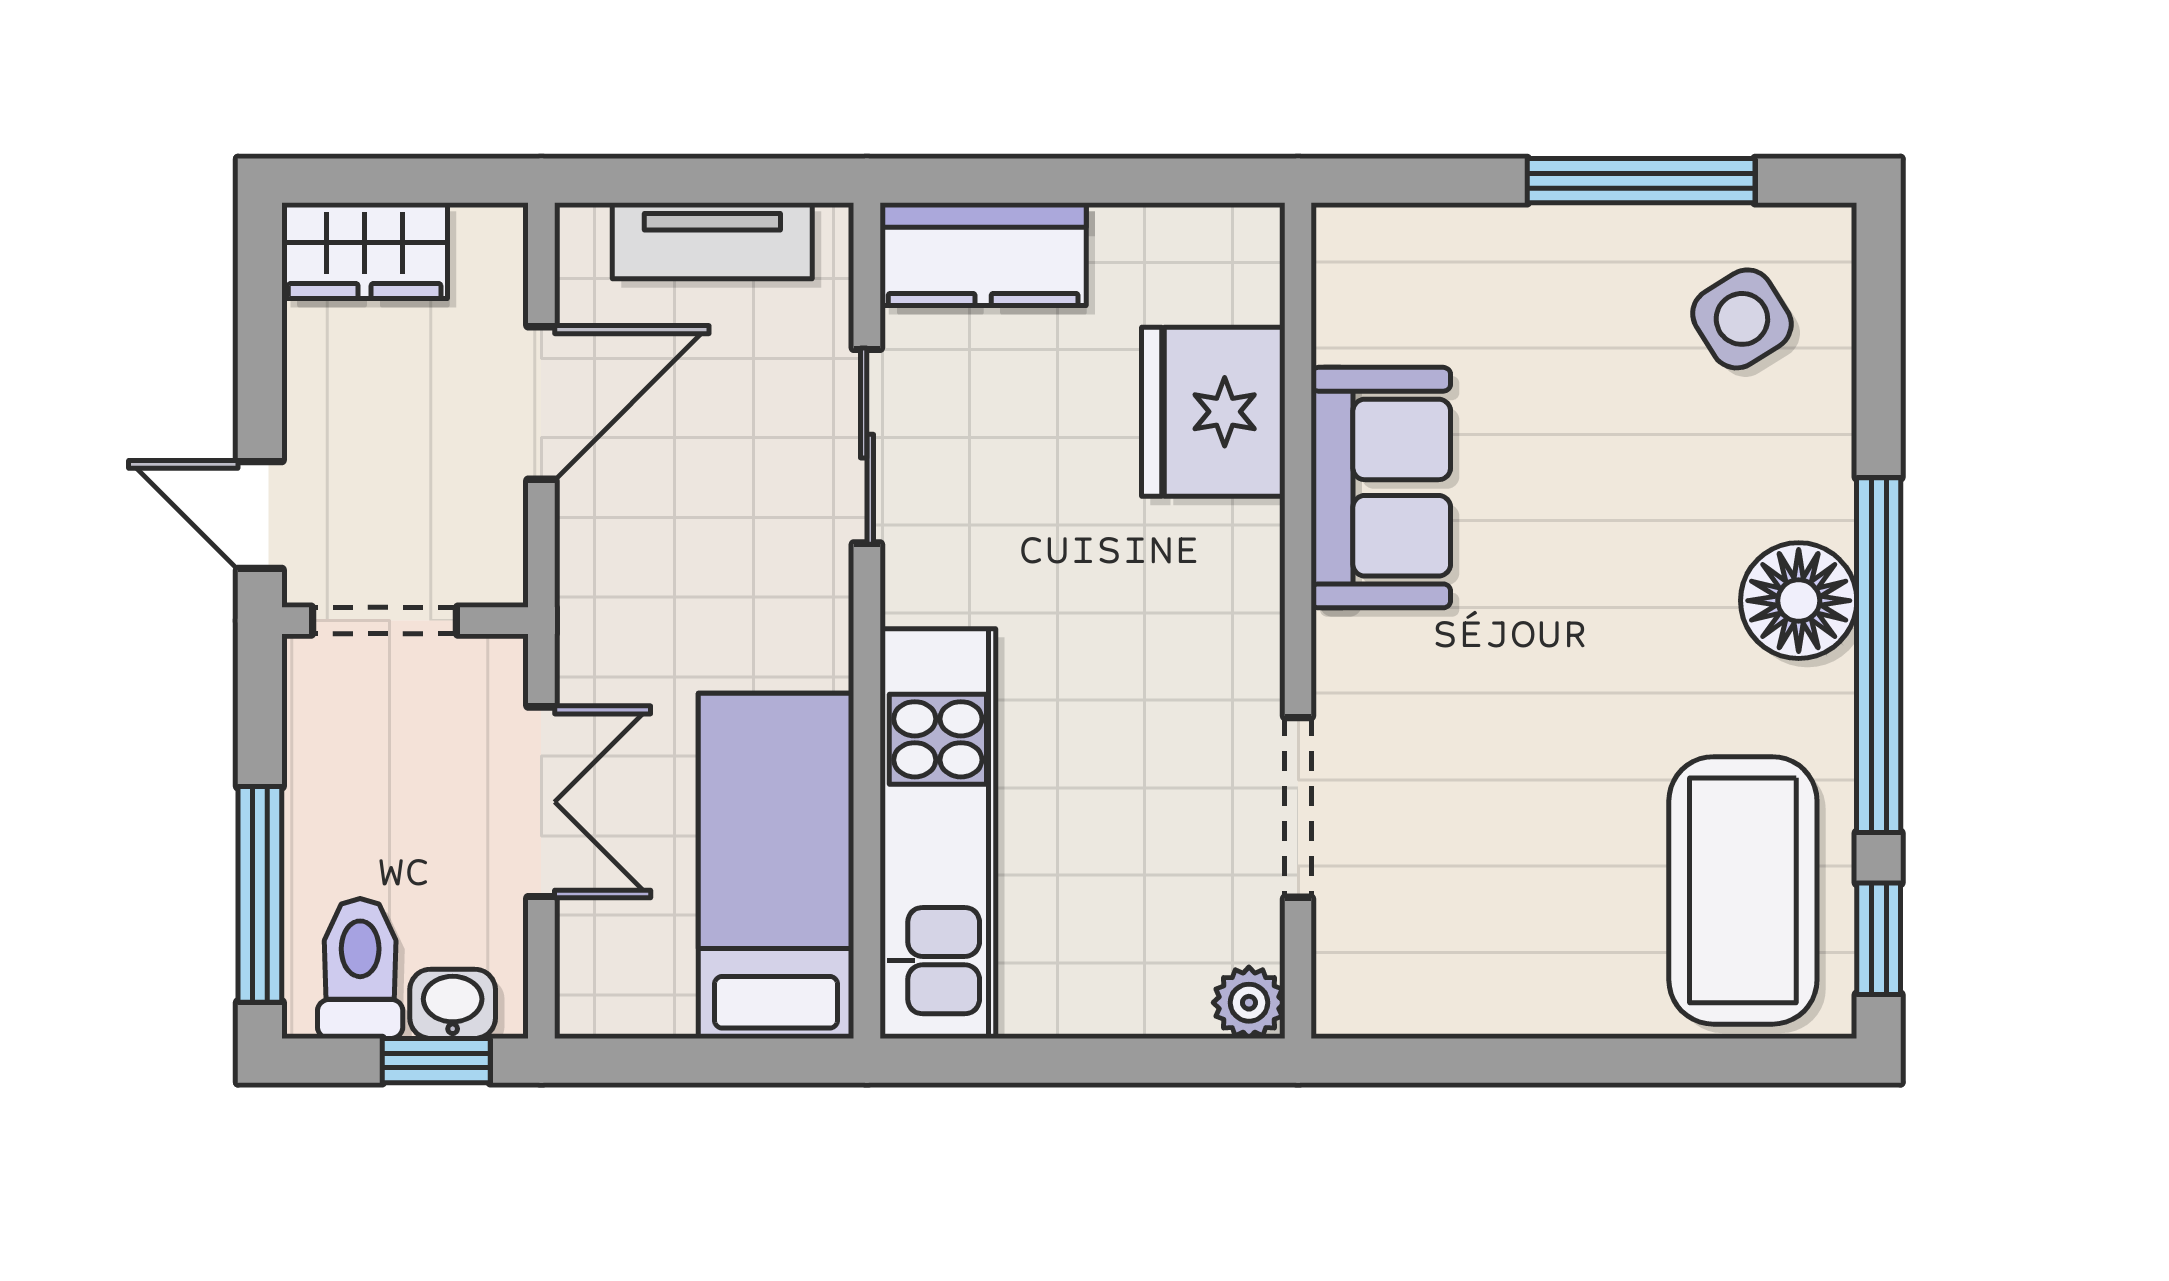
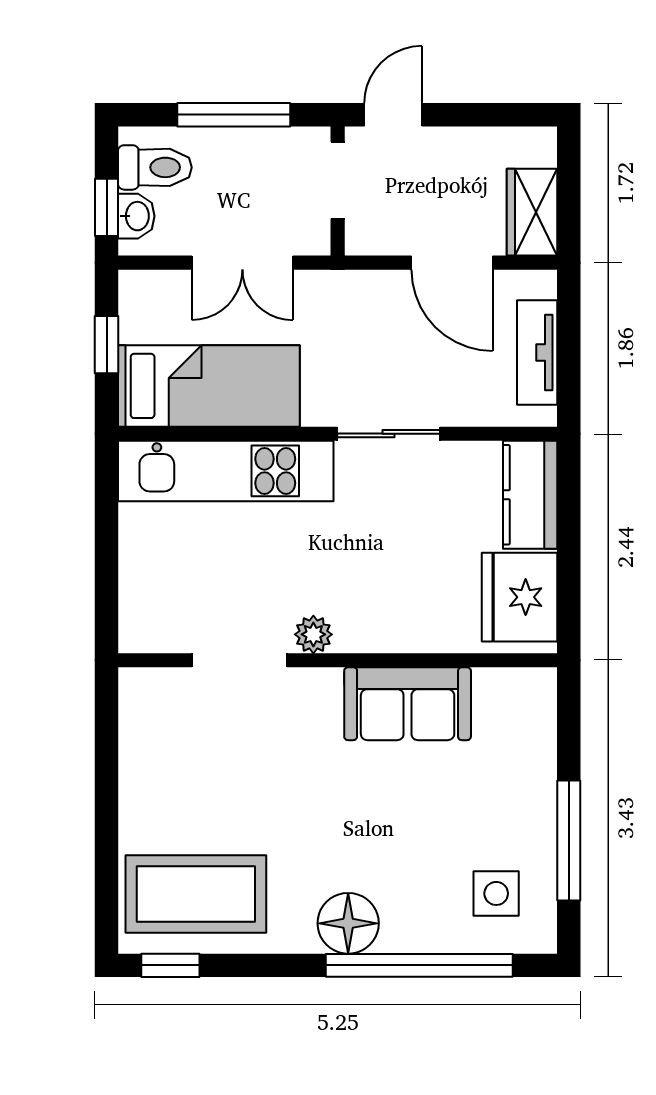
wardrobe: (365, 251) -> (532, 212), moved
side table: (1742, 319) -> (496, 893), turned 32
fridge: (1213, 412) -> (520, 597), moved, turned -90
sliding door: (867, 446) -> (389, 434), moved
window: (1879, 655) -> (419, 965), moved
window: (260, 894) -> (234, 115), moved
plant: (1249, 1003) -> (313, 634), moved
window: (697, 1061) -> (107, 345), added

